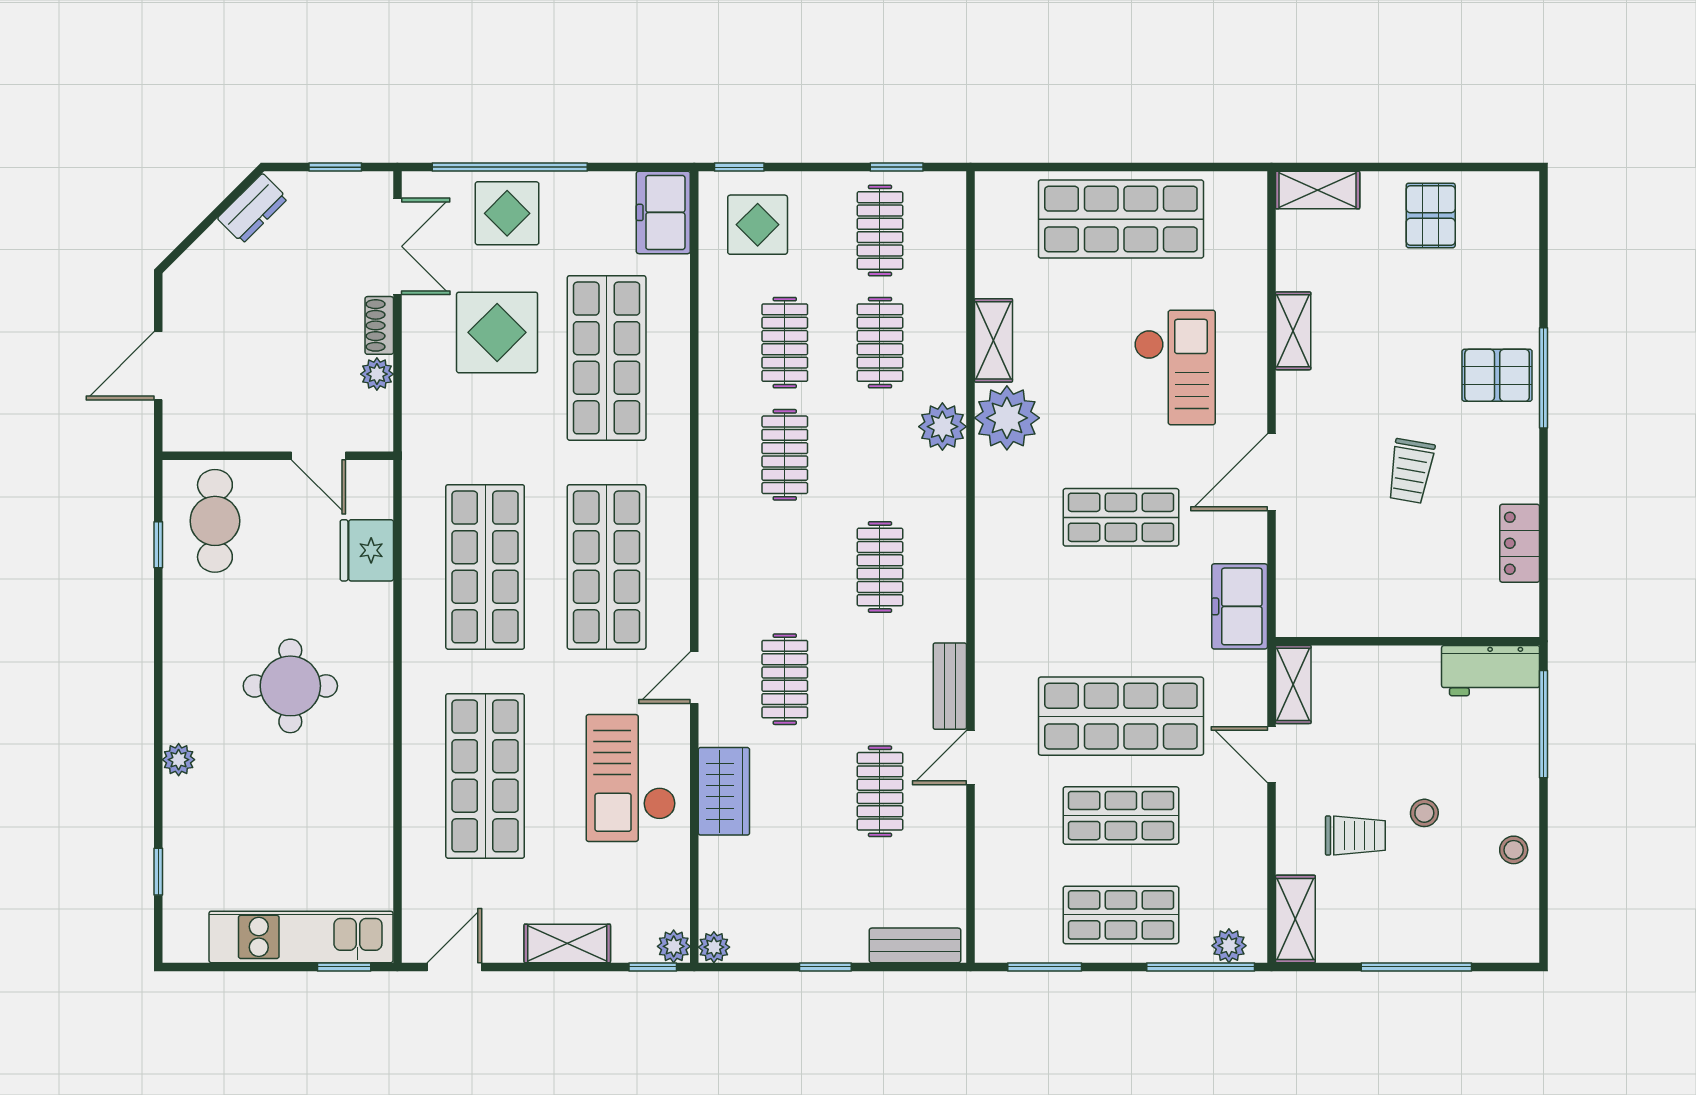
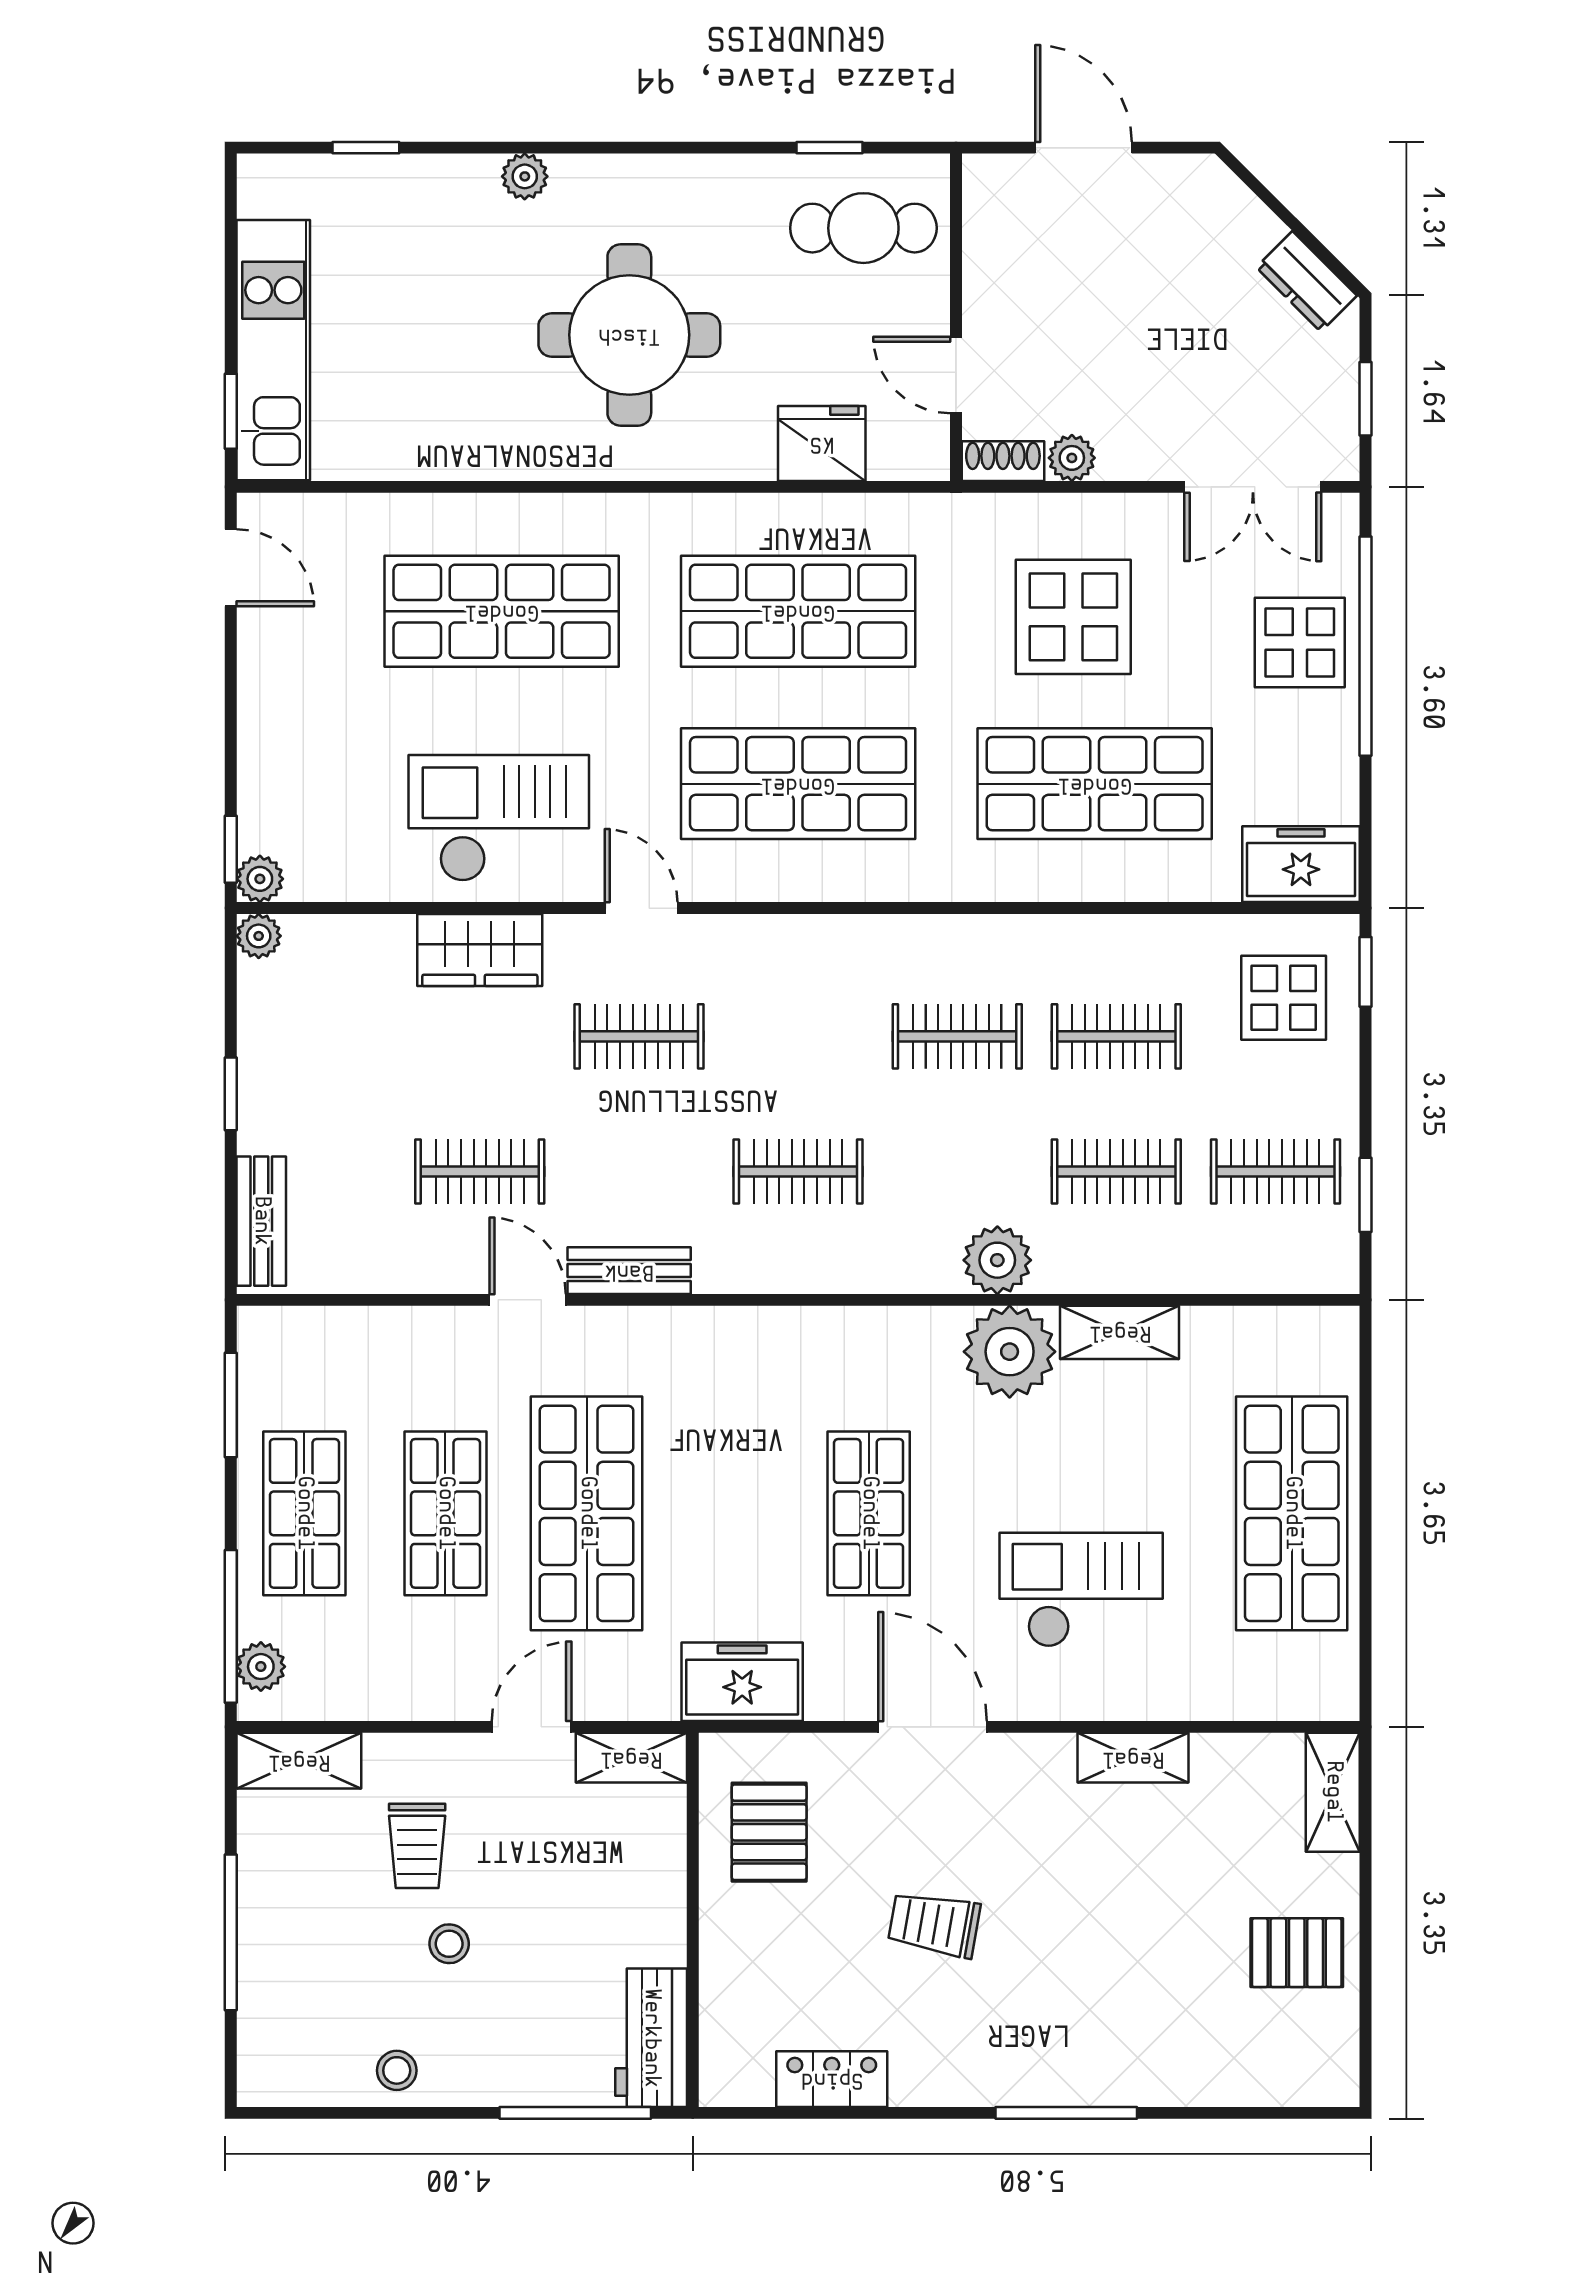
shoe rack: (379, 325) -> (1003, 461), moved
display table: (497, 332) -> (1073, 617), moved
checkout: (1175, 367) -> (1081, 1590), turned 180
pallet: (1497, 375) -> (769, 1832), moved
door: (318, 456) -> (956, 375), hinge flipped
round table: (290, 686) -> (629, 335), width x1.36, depth x1.36
shelving: (567, 943) -> (264, 728), removed

